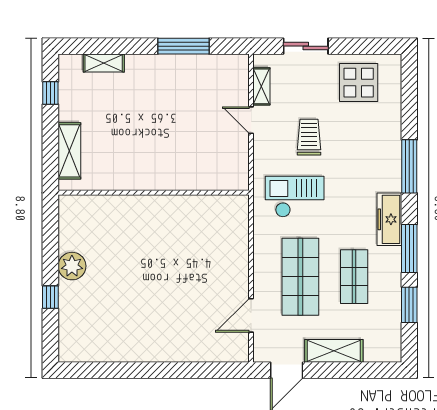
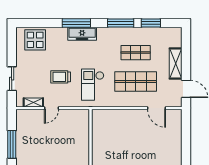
display table: (359, 83) -> (35, 40), moved
freezer: (389, 219) -> (82, 34), moved

